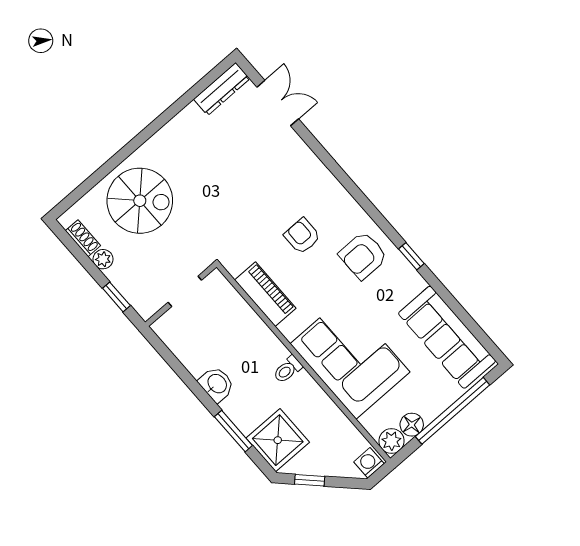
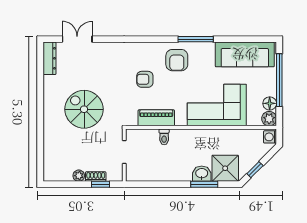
spiral stairs: (140, 201) -> (84, 109), moved, turned -90
shoe rack: (83, 238) -> (96, 176), moved
window: (411, 256) -> (196, 39), width x2.17
toilet: (288, 370) -> (164, 137), moved
washbasin: (217, 384) -> (202, 174), moved

